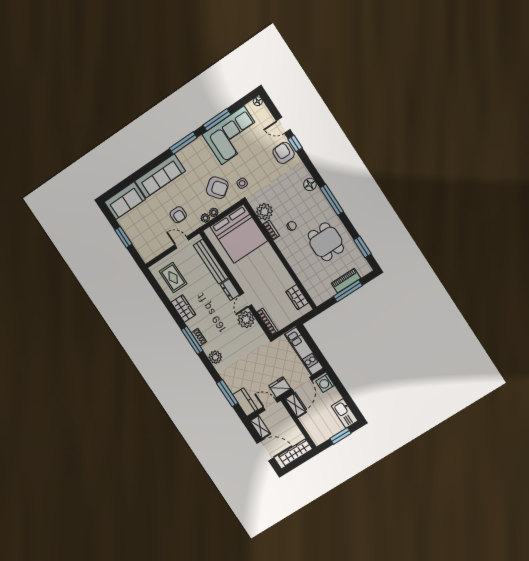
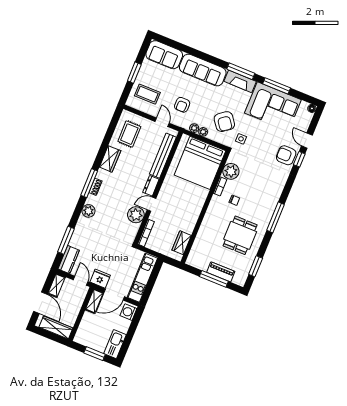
fireplace: (192, 150) -> (240, 81), added
armchair: (284, 153) -> (286, 155), turned -90
floor lamp: (310, 184) -> (276, 192), removed
coffee table: (149, 238) -> (147, 94), added

